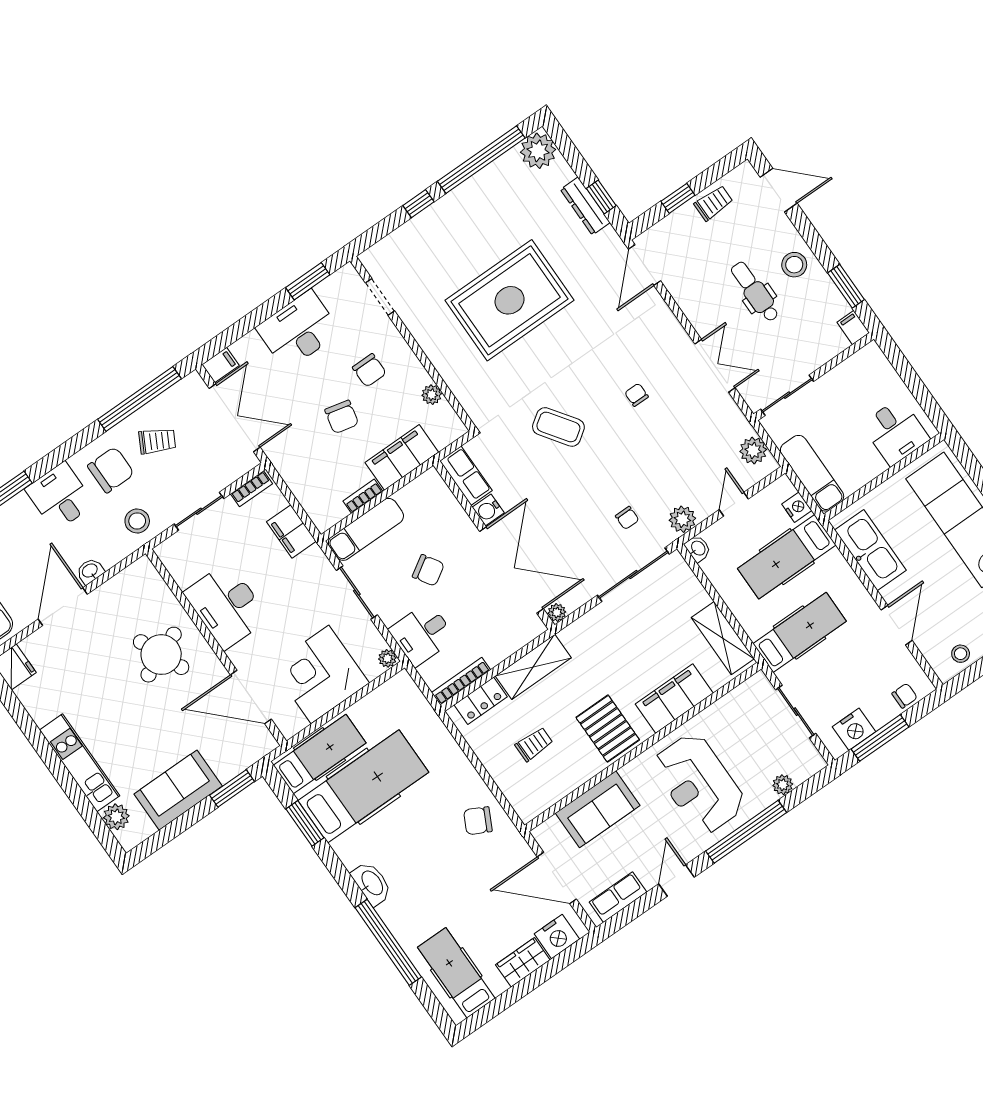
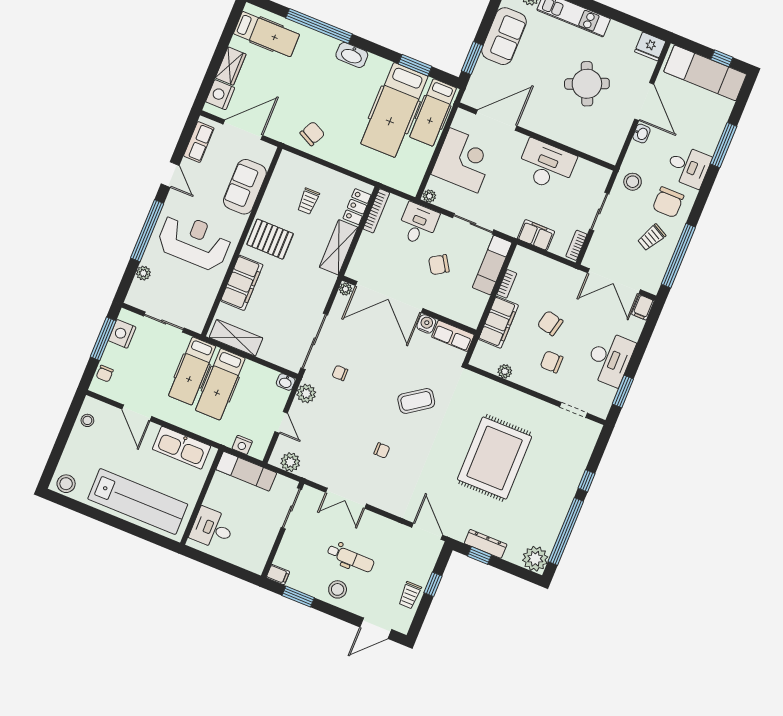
hospital bed: (787, 557) -> (220, 384), moved, turned 180
round table: (161, 655) -> (587, 84), moved

